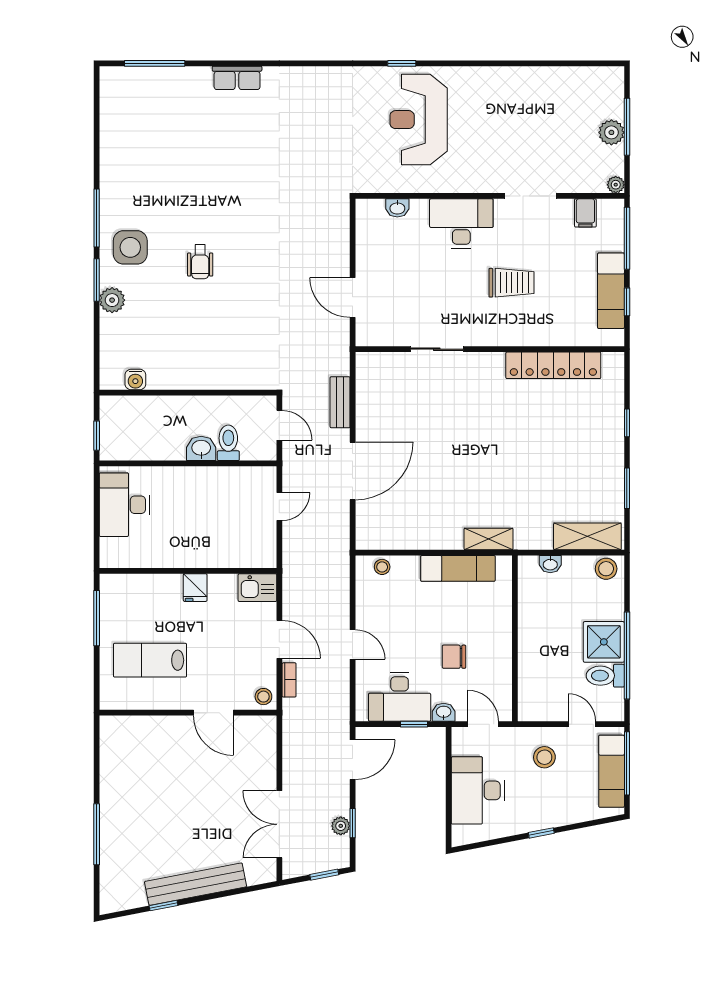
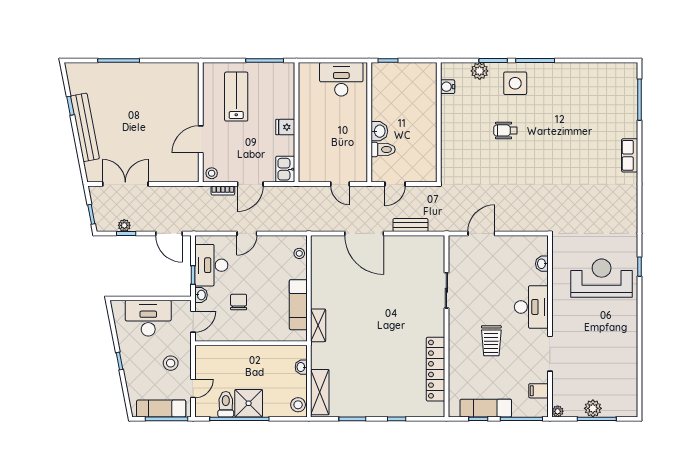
water cooler: (135, 379) -> (448, 87), moved
wall: (188, 393) -> (439, 122), moved

